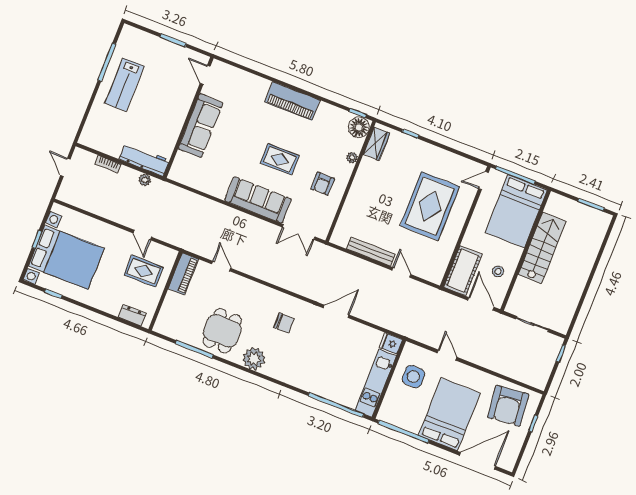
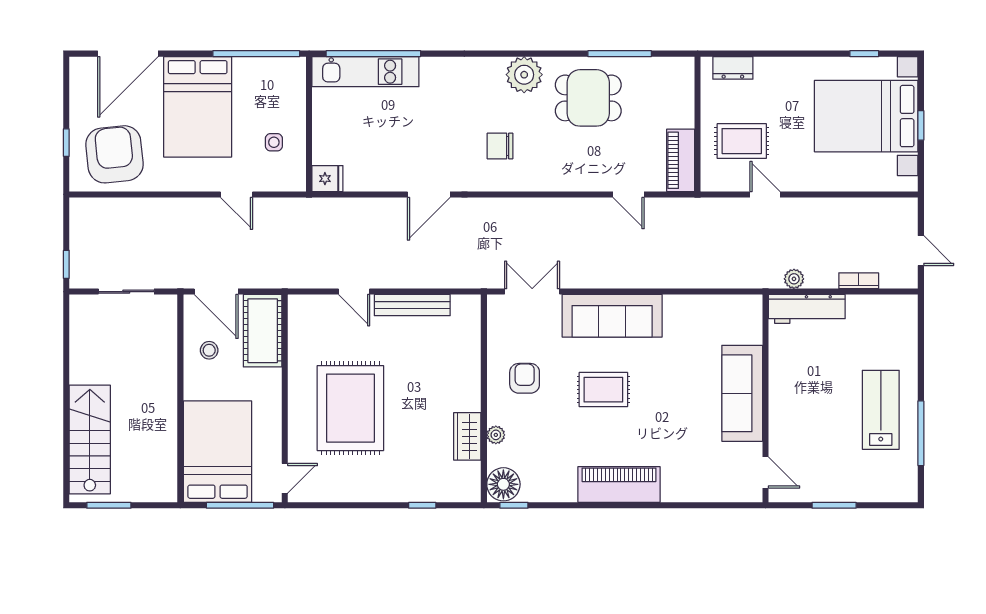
wardrobe: (377, 144) -> (467, 436), moved
stairs: (542, 248) -> (90, 439), moved, turned 180
dining table: (222, 331) -> (588, 98), turned 90
side table: (413, 377) -> (274, 142), width x0.54, depth x0.54
kitchen unit: (376, 383) -> (365, 72), moved, turned 90

